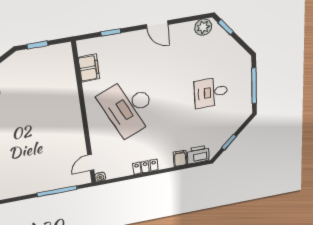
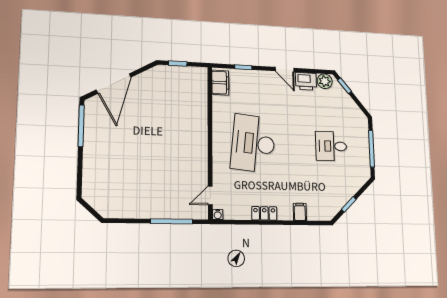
filing cabinet: (89, 68) -> (220, 83), moved
desk: (129, 107) -> (253, 143), turned 30
printer: (198, 155) -> (306, 81), moved, turned 180

